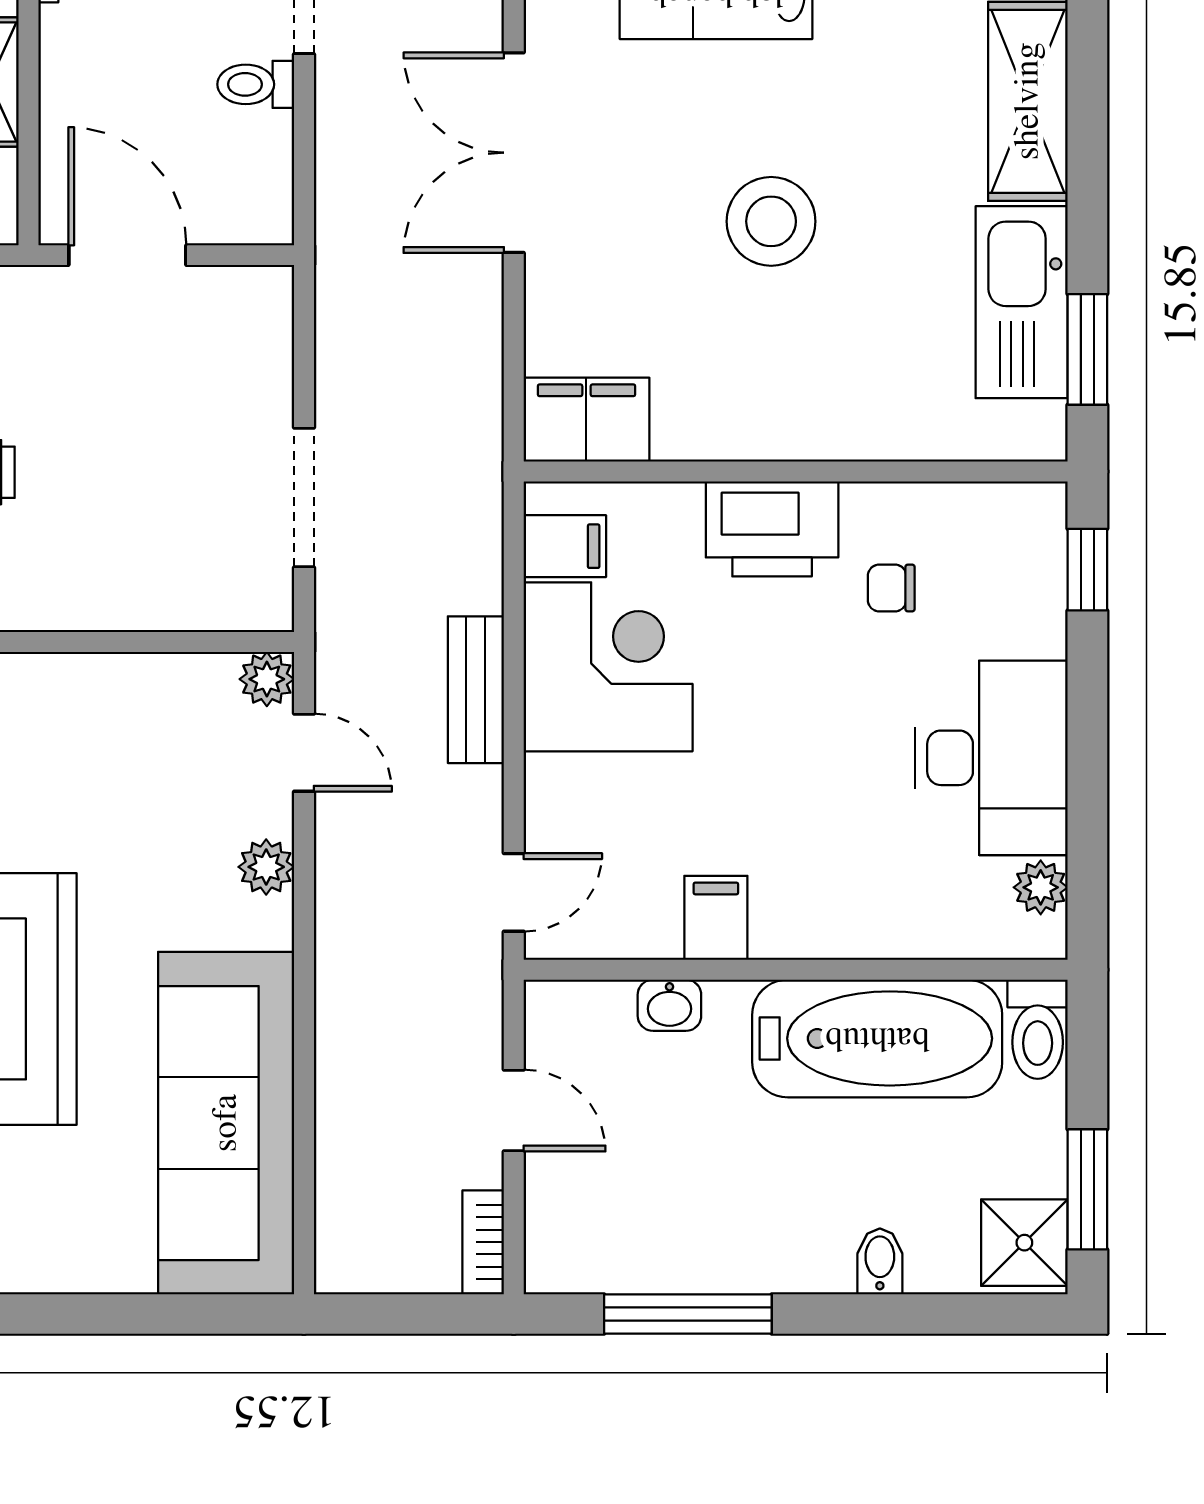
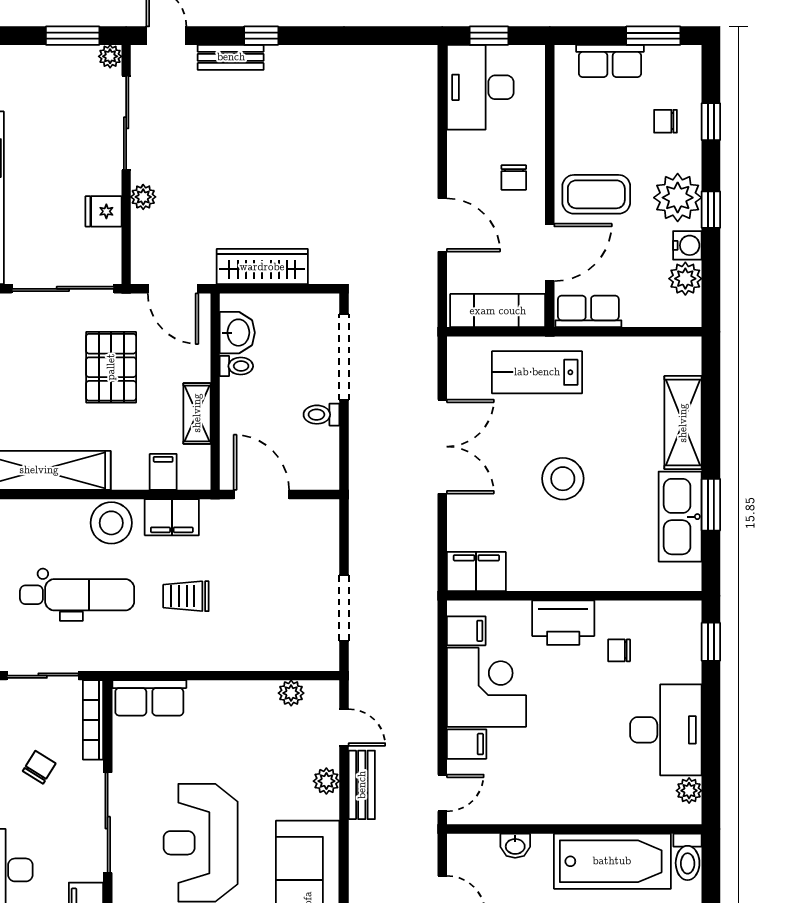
double door: (514, 153) -> (442, 447), swing flipped
window: (1087, 349) -> (711, 505), moved
plant: (267, 679) -> (291, 693), moved
bench: (476, 690) -> (362, 785), moved
filing cabinet: (716, 918) -> (467, 744), moved, turned 90

